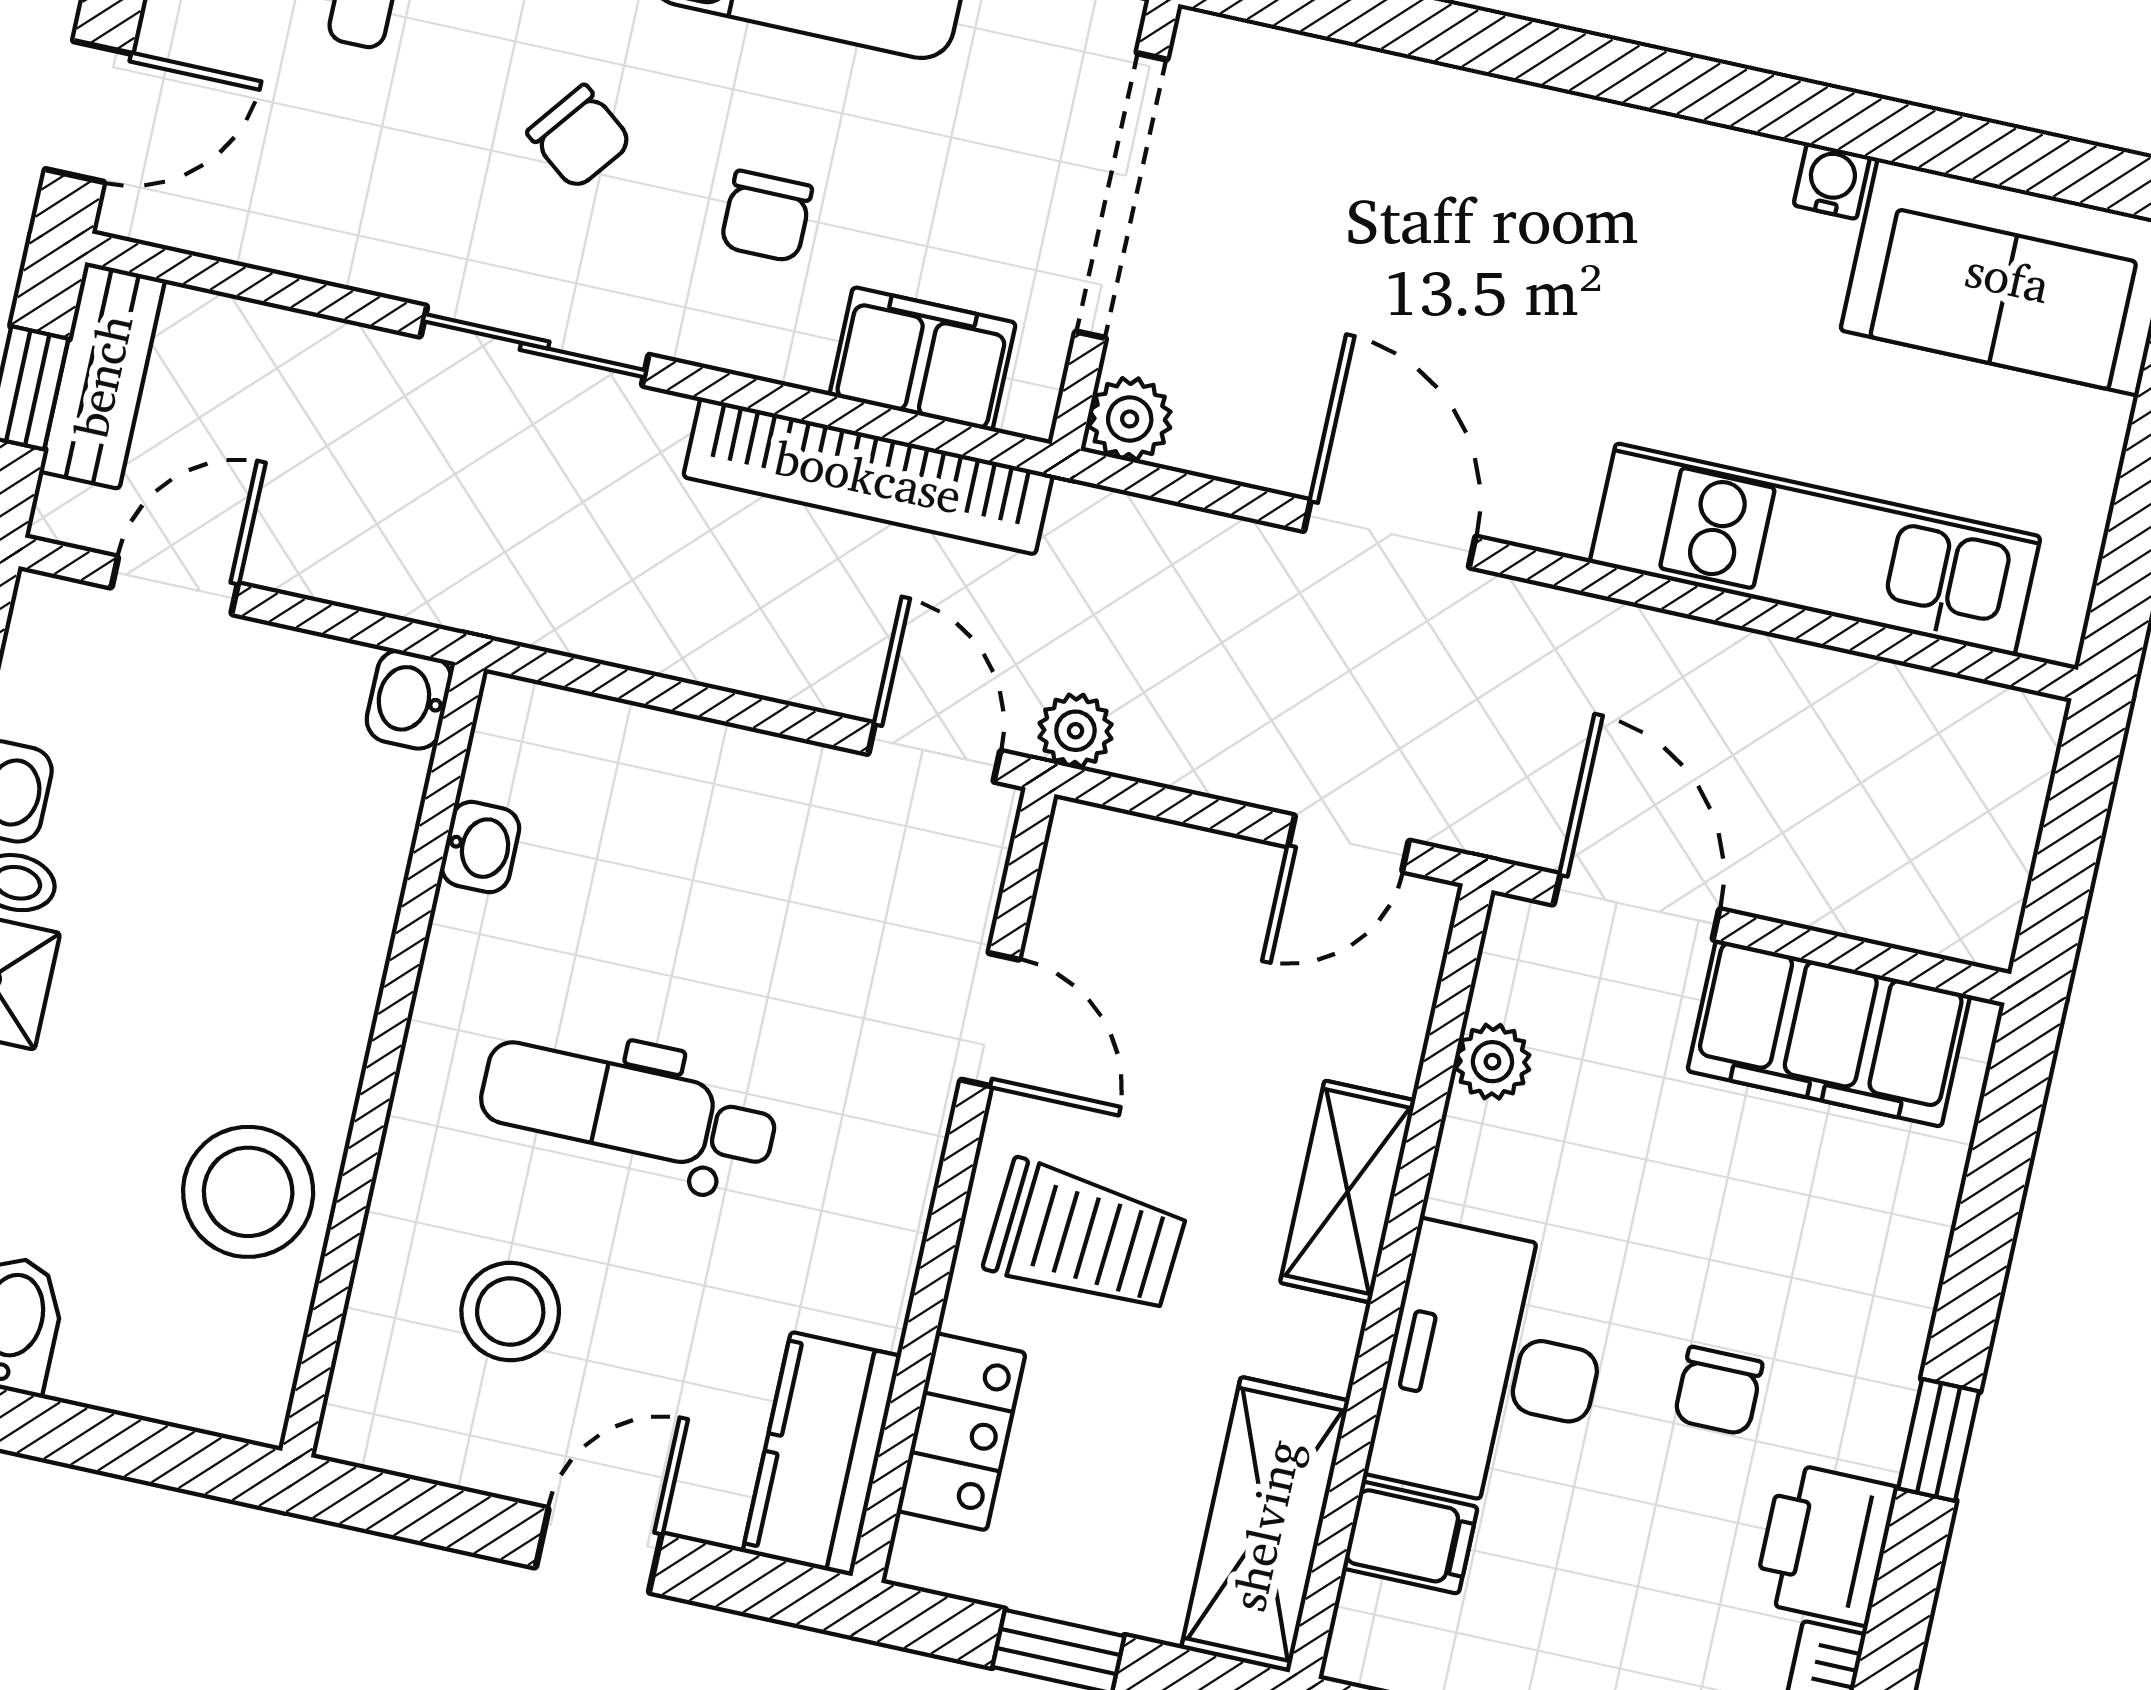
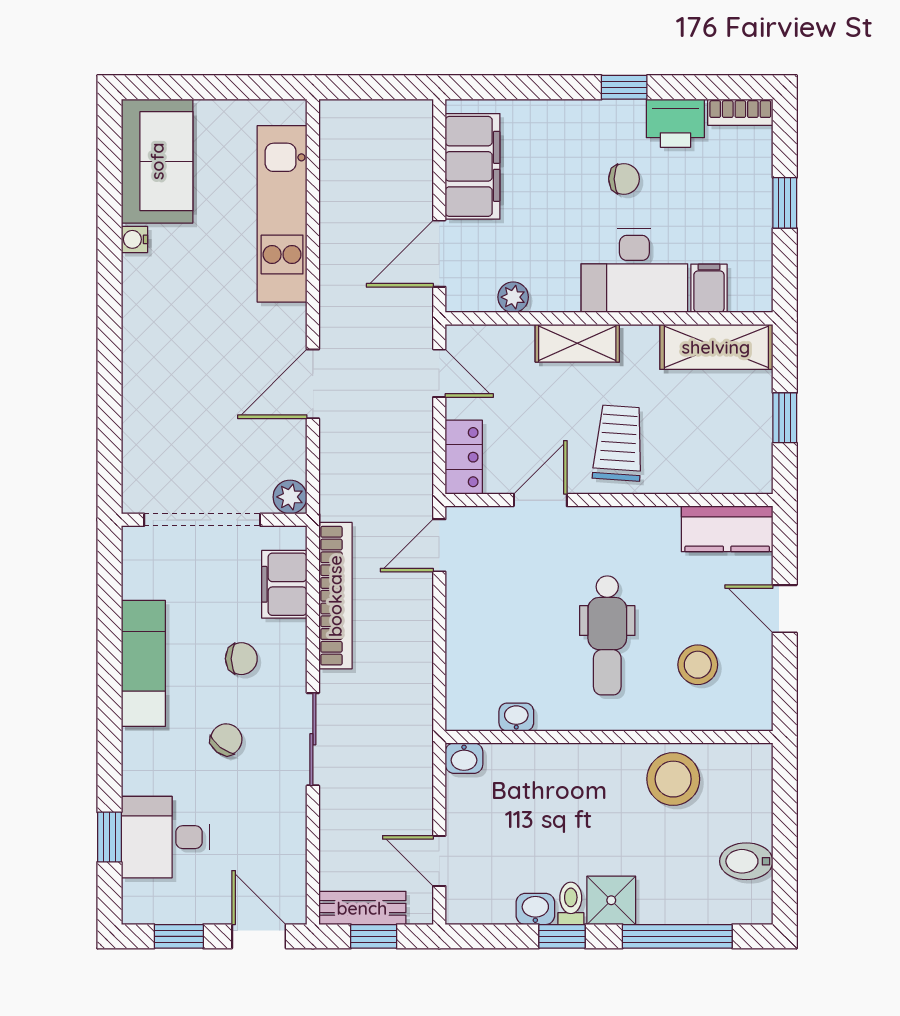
plant: (1075, 731) -> (418, 491), removed
locker: (961, 1432) -> (464, 457), moved, turned 90

